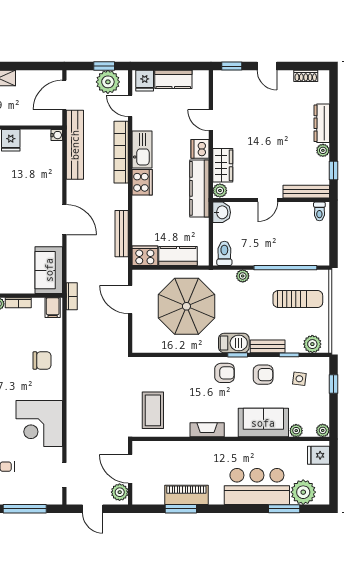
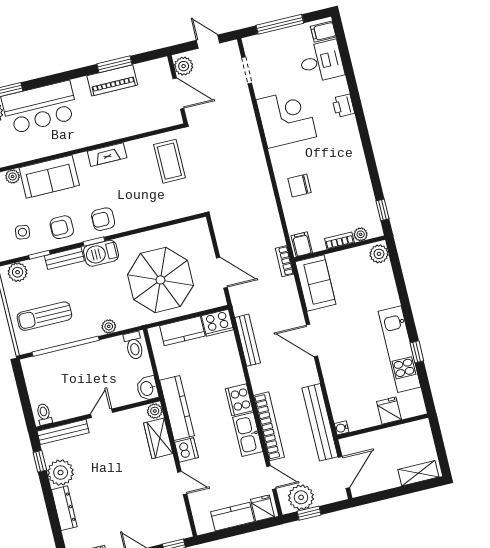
plant: (323, 150) -> (61, 473), width x1.87, depth x1.87

